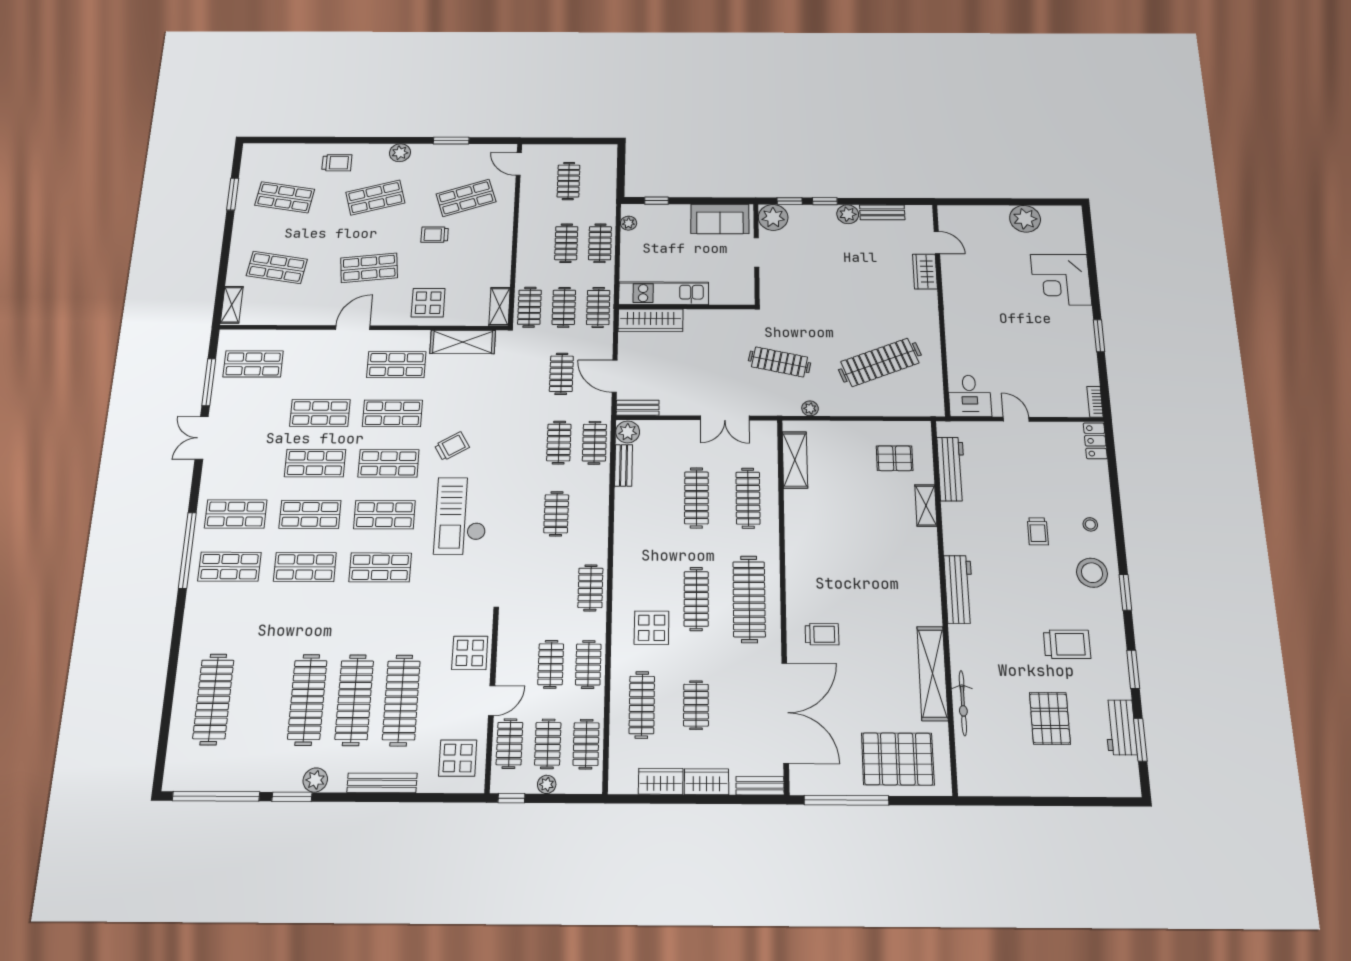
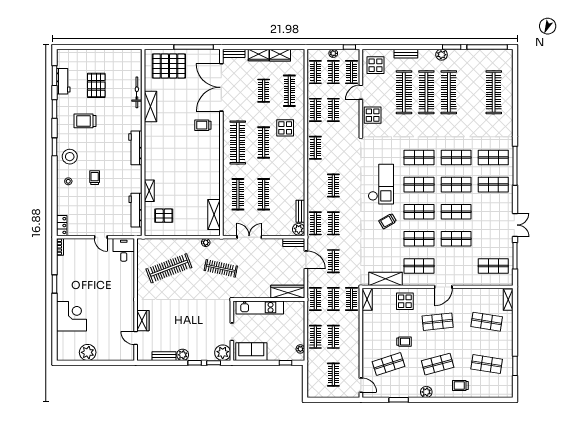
kitchen unit: (664, 293) -> (260, 307), moved
shelving: (932, 673) -> (150, 107), width x0.68
bench: (382, 783) -> (406, 54), width x0.73

